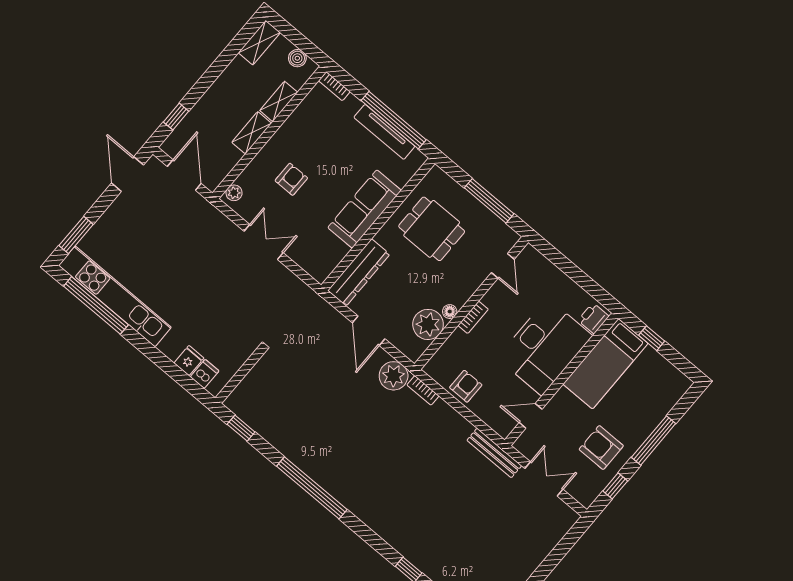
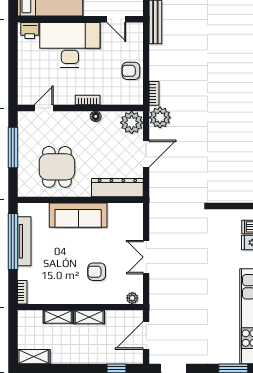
boiler: (297, 58) -> (24, 327), removed
plant: (428, 324) -> (132, 123), moved

